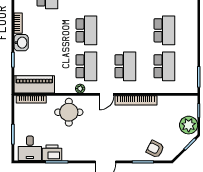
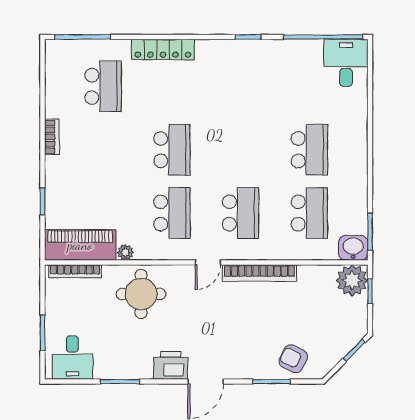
washbasin: (21, 43) -> (353, 248), moved, turned -90
plant: (80, 89) -> (125, 252), moved
plant: (189, 125) -> (352, 280), moved
printer: (52, 153) -> (171, 365), moved

